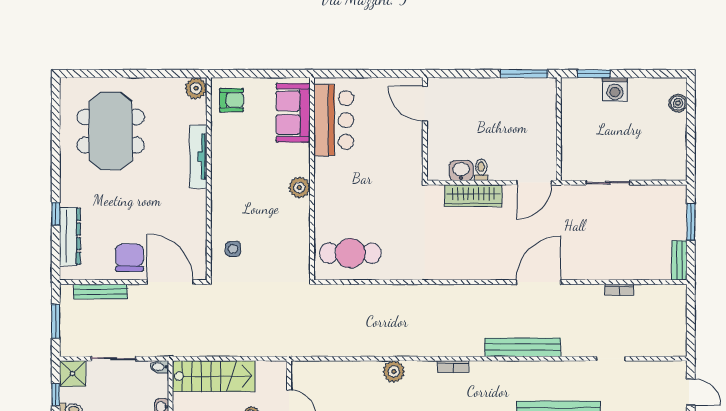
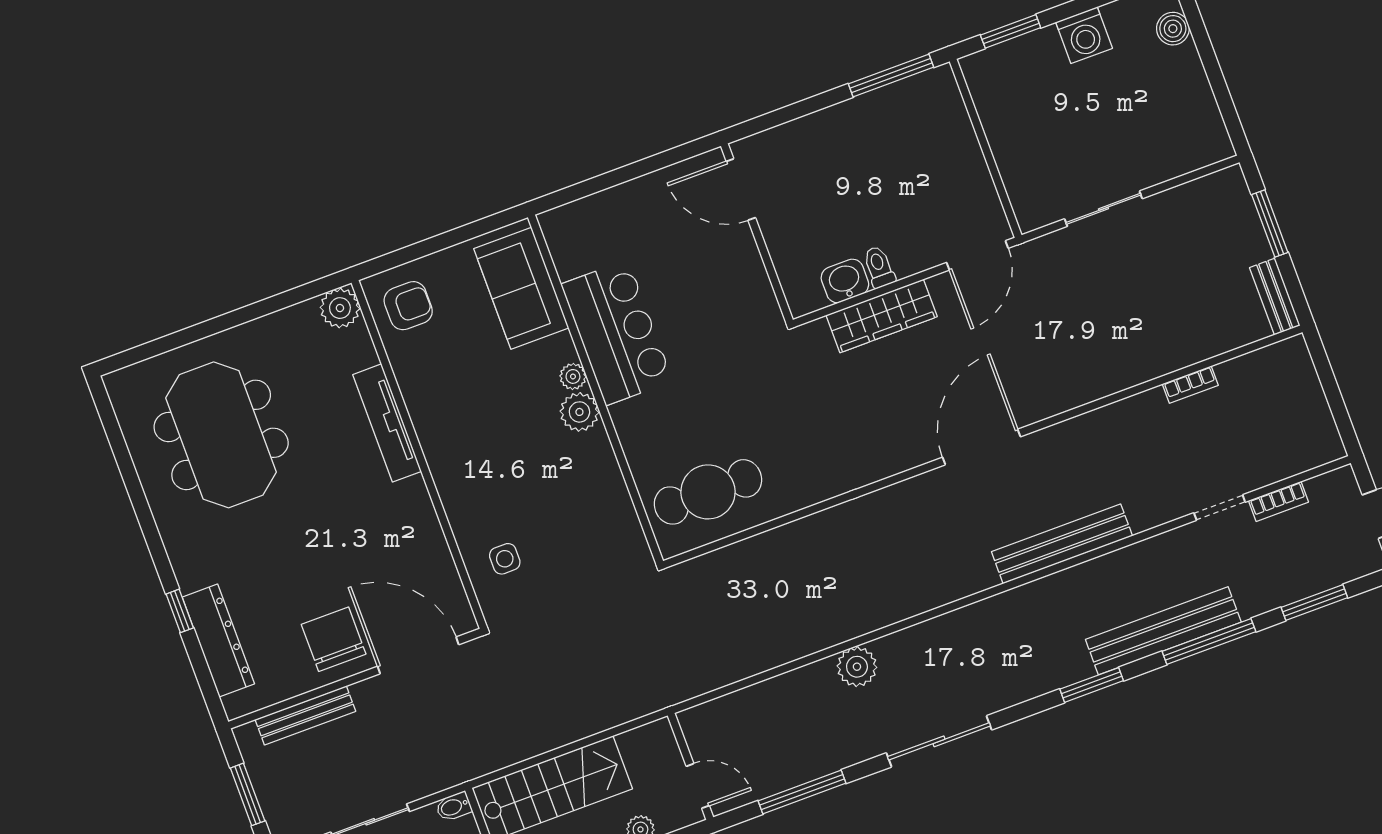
washing machine: (615, 90) -> (1084, 35), moved
bar counter: (334, 120) -> (617, 333), moved
plant: (303, 168) -> (573, 376), added
door: (539, 282) -> (982, 447), moved
bookcase: (453, 367) -> (1279, 501), moved

